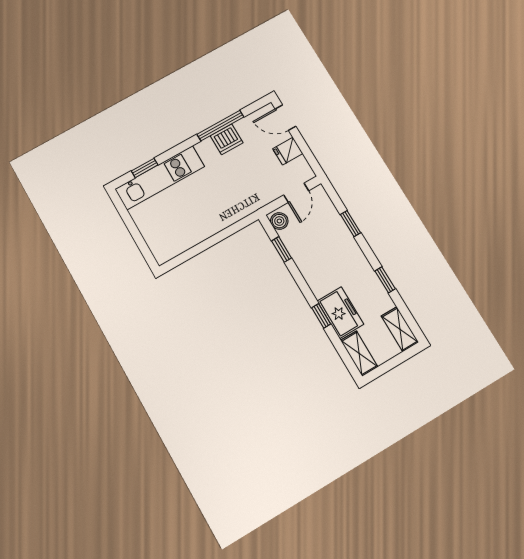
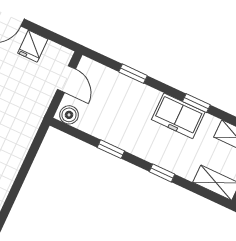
window: (282, 249) -> (111, 149), moved
freezer: (340, 313) -> (178, 116), moved, turned 180

